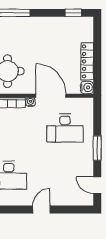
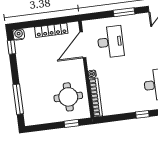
water cooler: (87, 87) -> (19, 34), moved
door: (51, 96) -> (83, 45), moved

